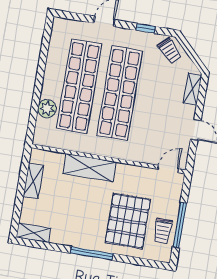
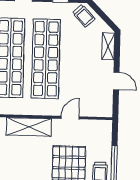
door: (168, 169) -> (70, 118), moved

